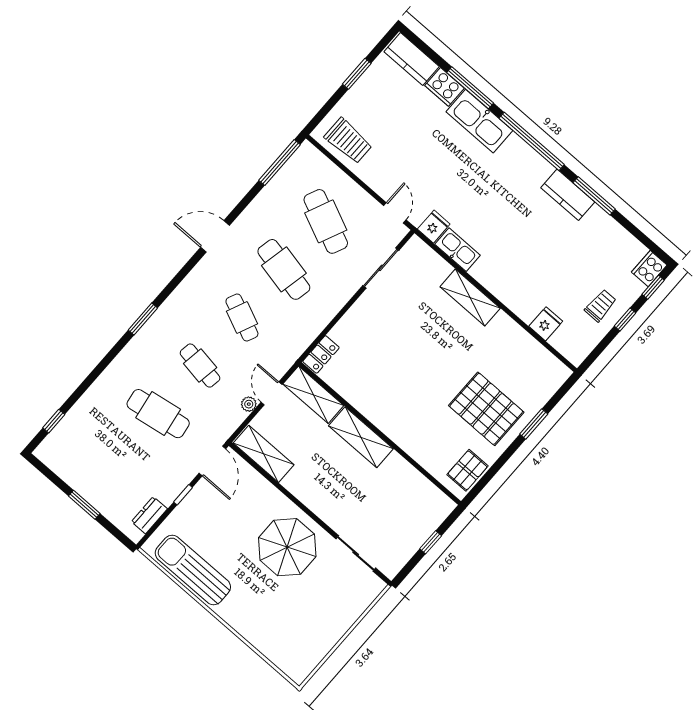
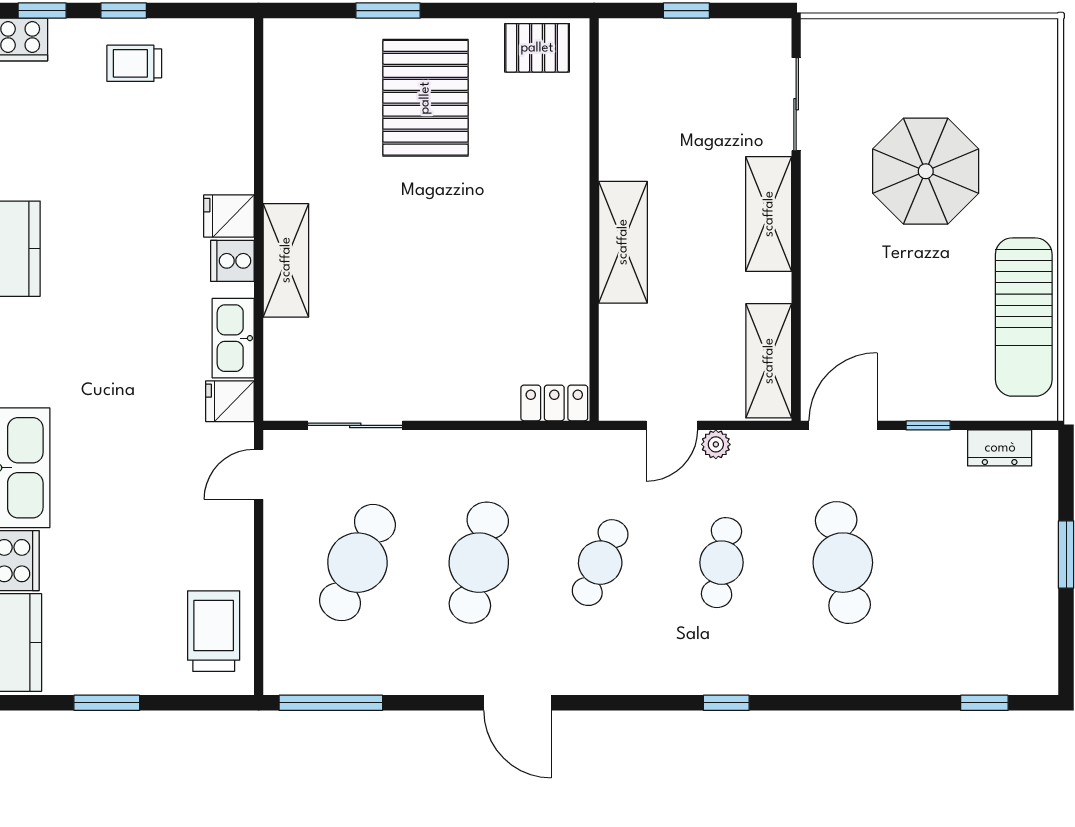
cooker: (488, 276) -> (232, 261), added
window: (143, 319) -> (726, 703), width x0.67
fridge: (546, 324) -> (229, 216), moved
shelving: (313, 395) -> (769, 214), moved
parasol: (287, 547) -> (926, 171), moved

